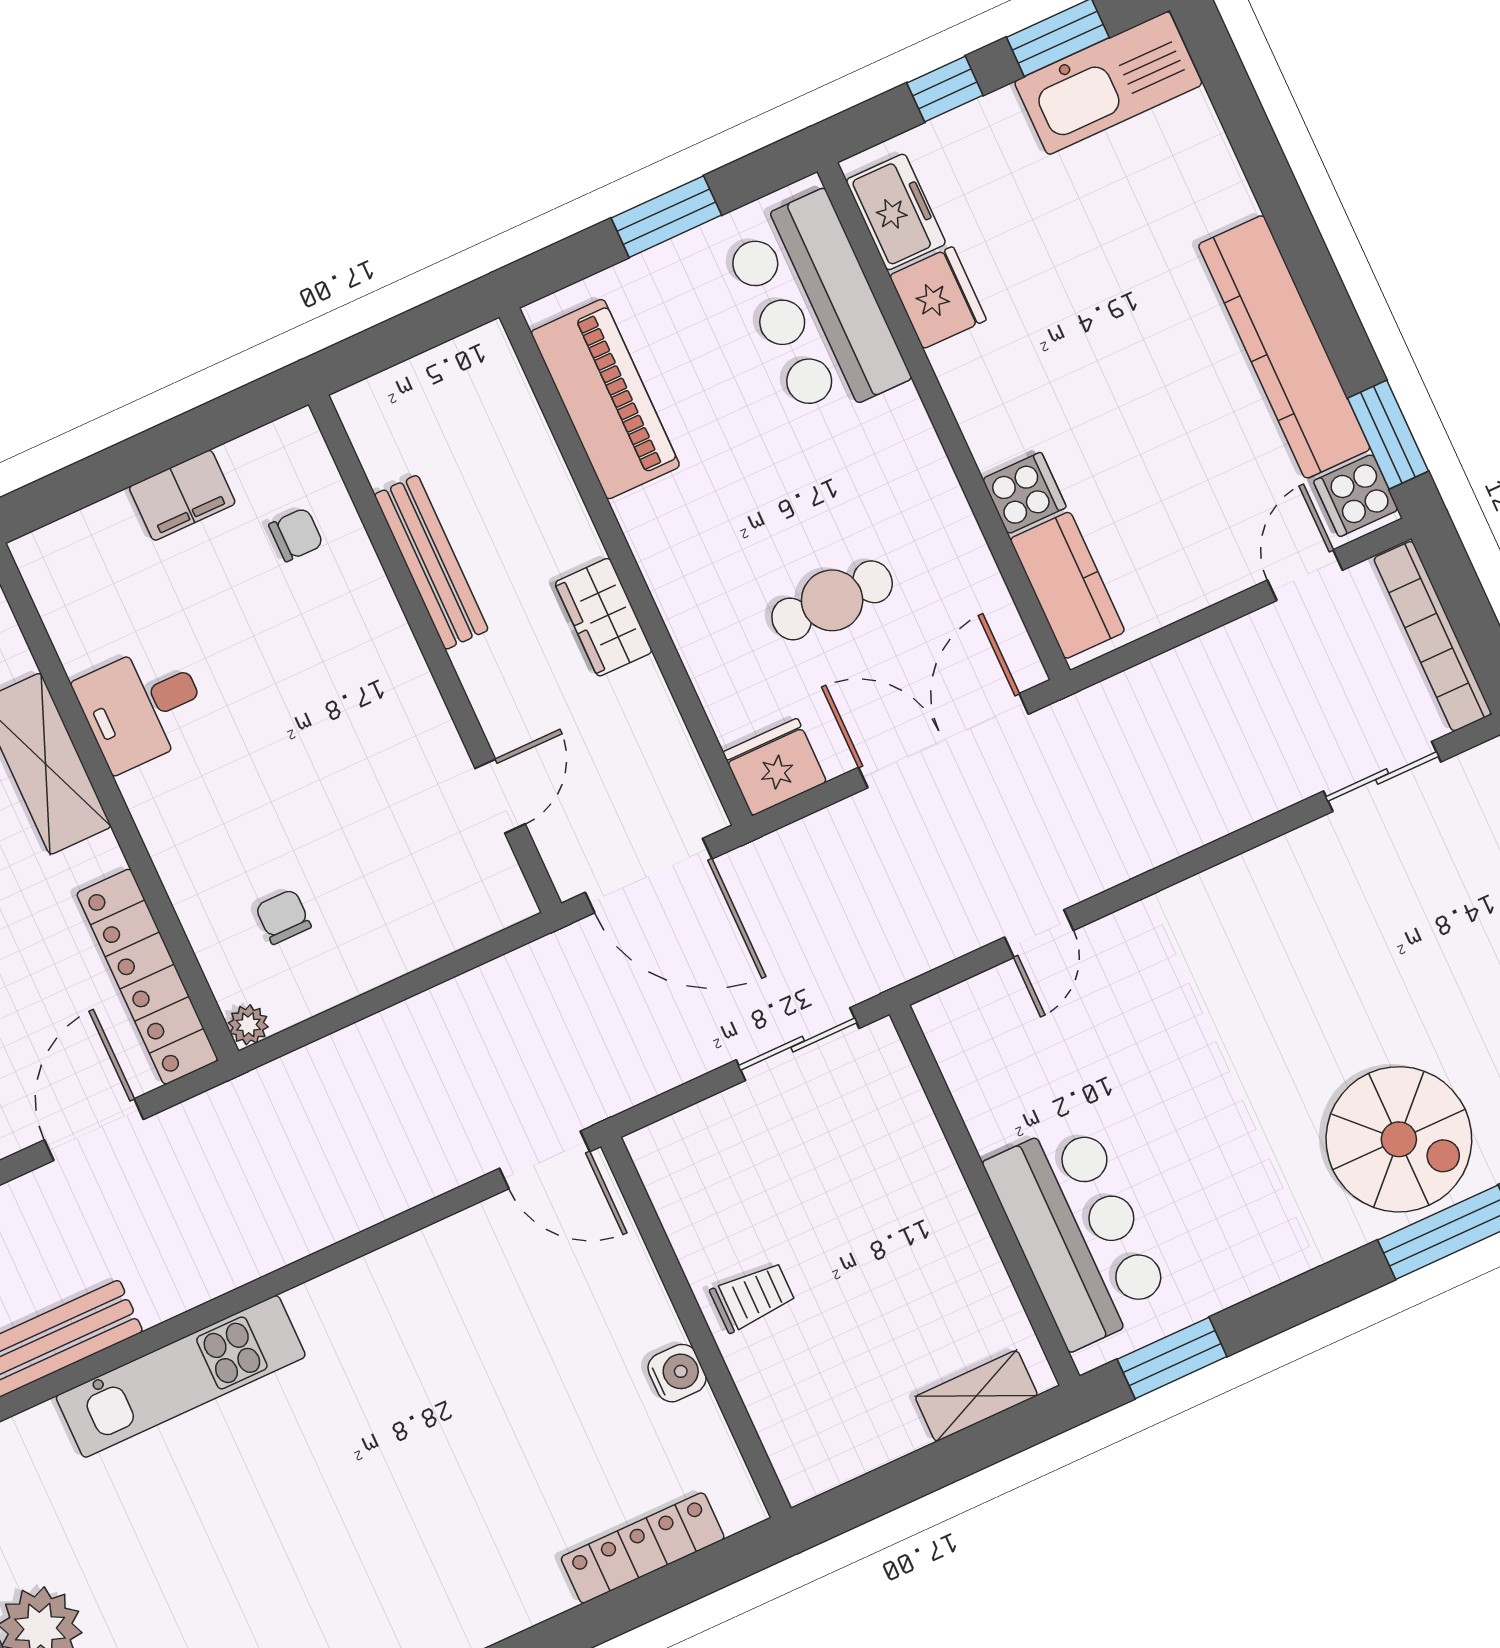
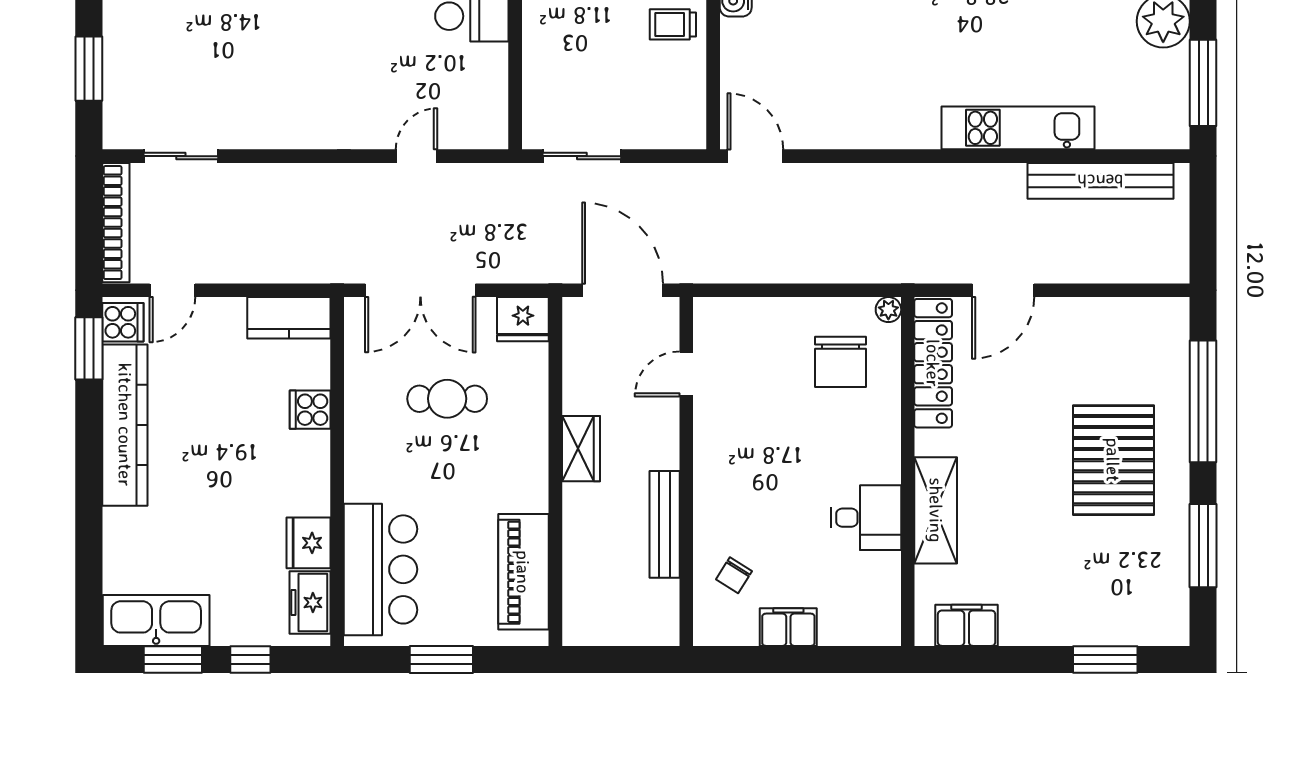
chair: (296, 535) -> (734, 575), turned -58
kitchen counter: (1067, 585) -> (289, 318), moved, turned -90
chair: (283, 917) -> (841, 362), width x1.87, depth x1.87

